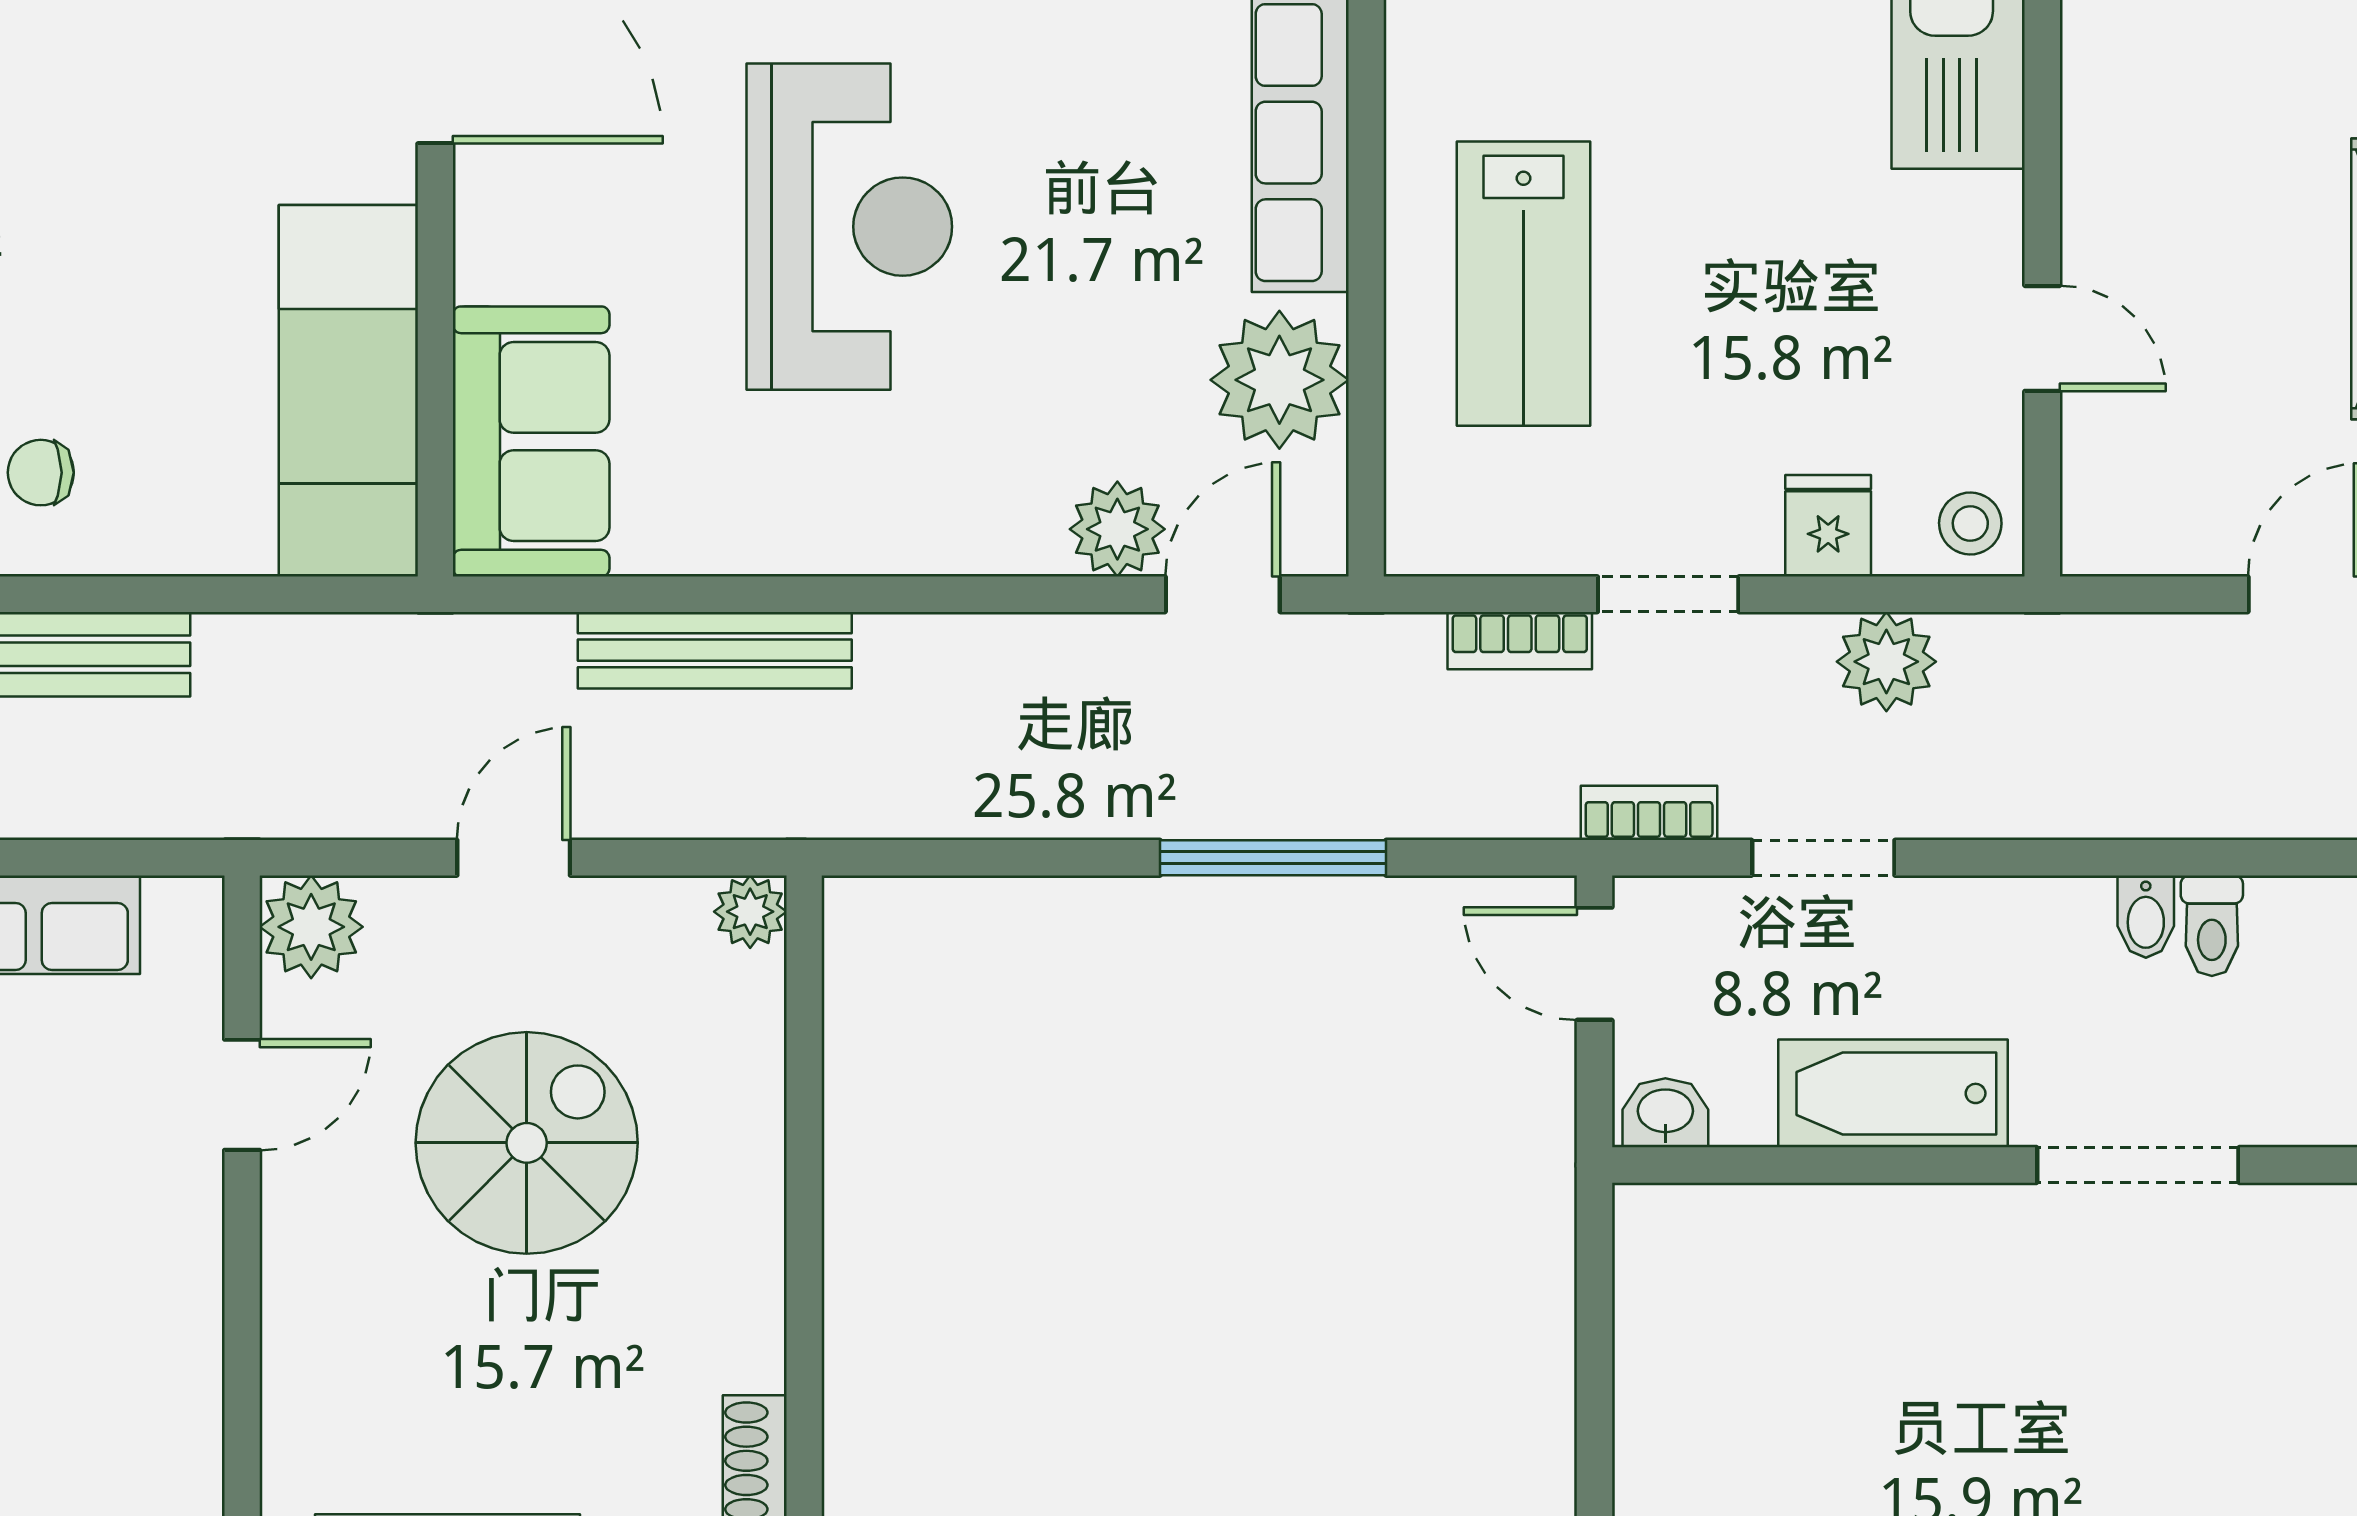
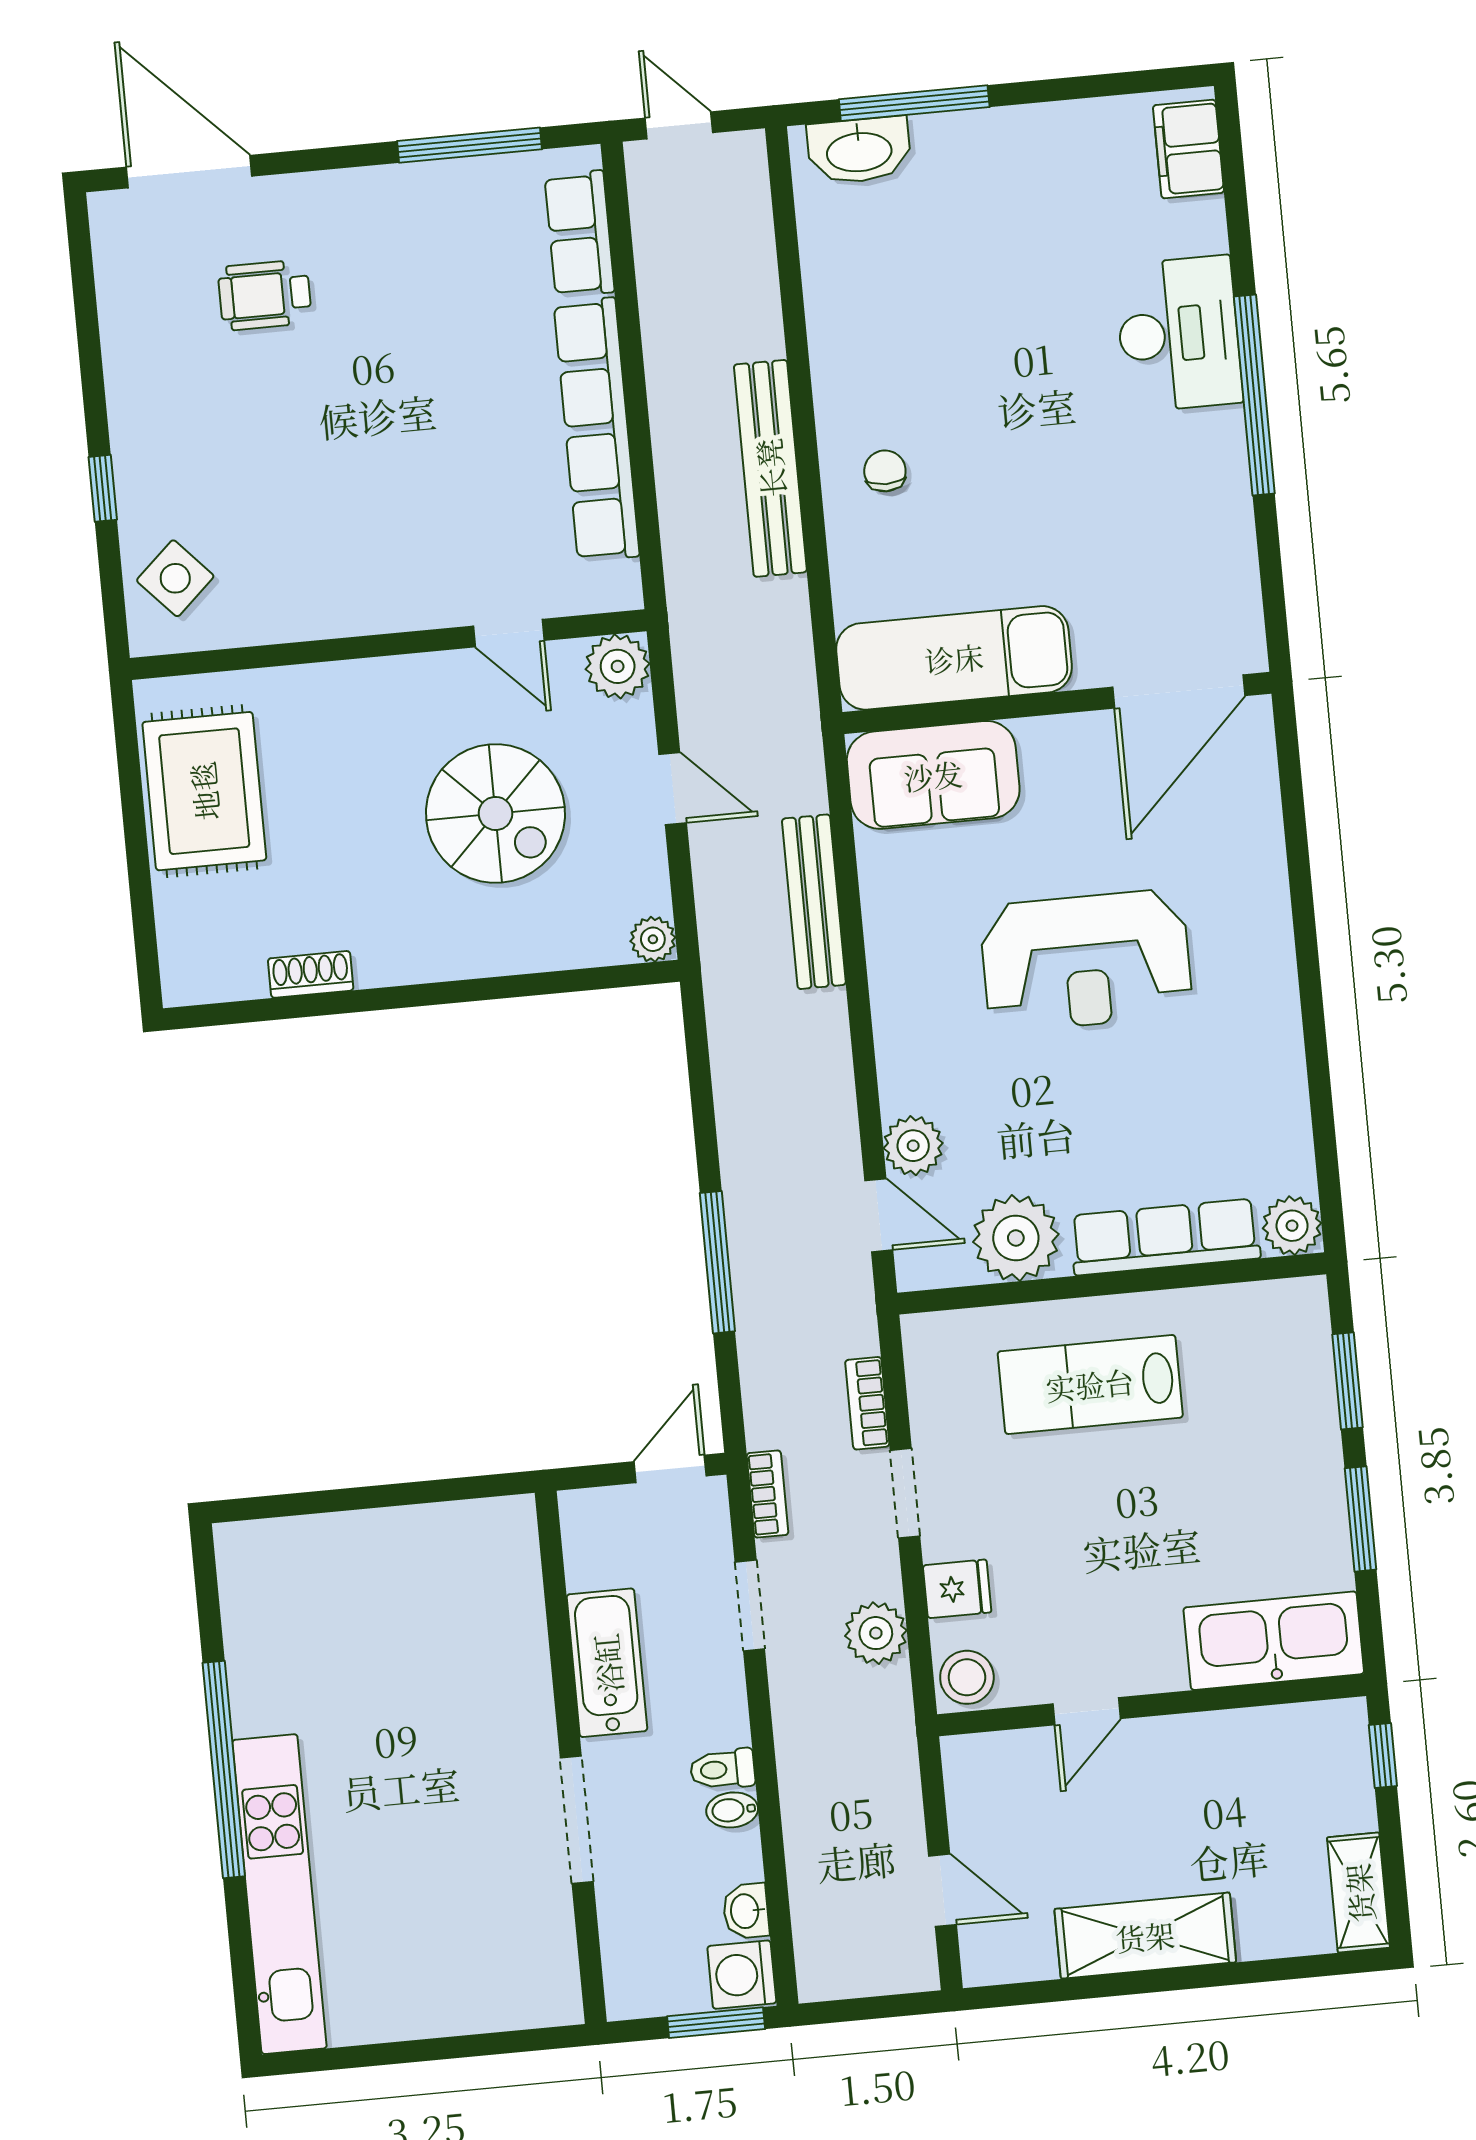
stool: (1970, 524) -> (967, 1677), width x1.37, depth x1.37
toilet: (2212, 926) -> (722, 1769), moved
washbasin: (1665, 1113) -> (746, 1911), moved, turned 180

